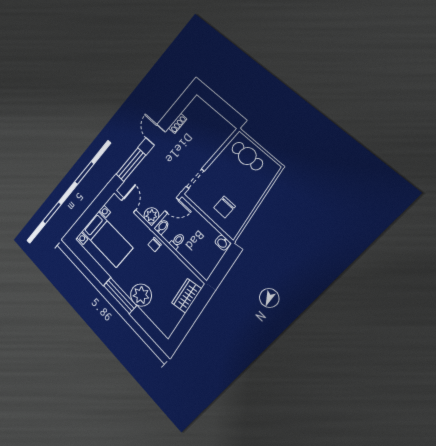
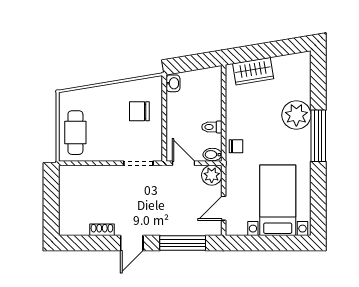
chair: (225, 207) -> (139, 111), turned 180

